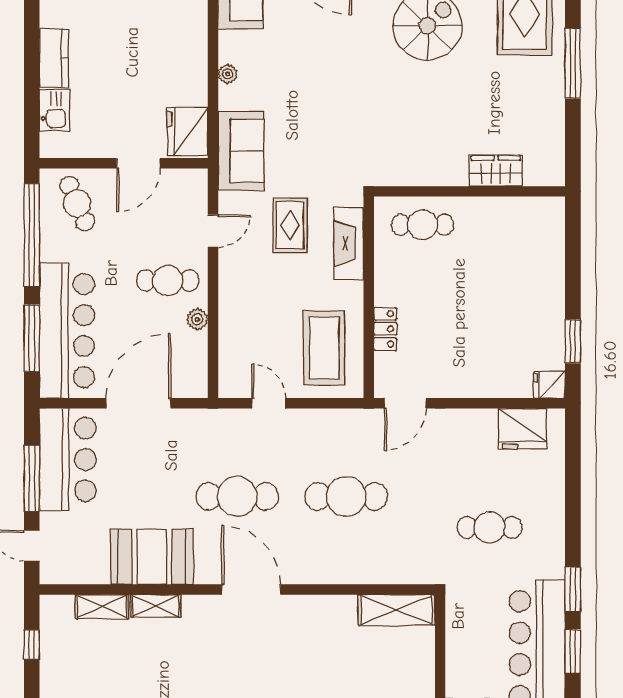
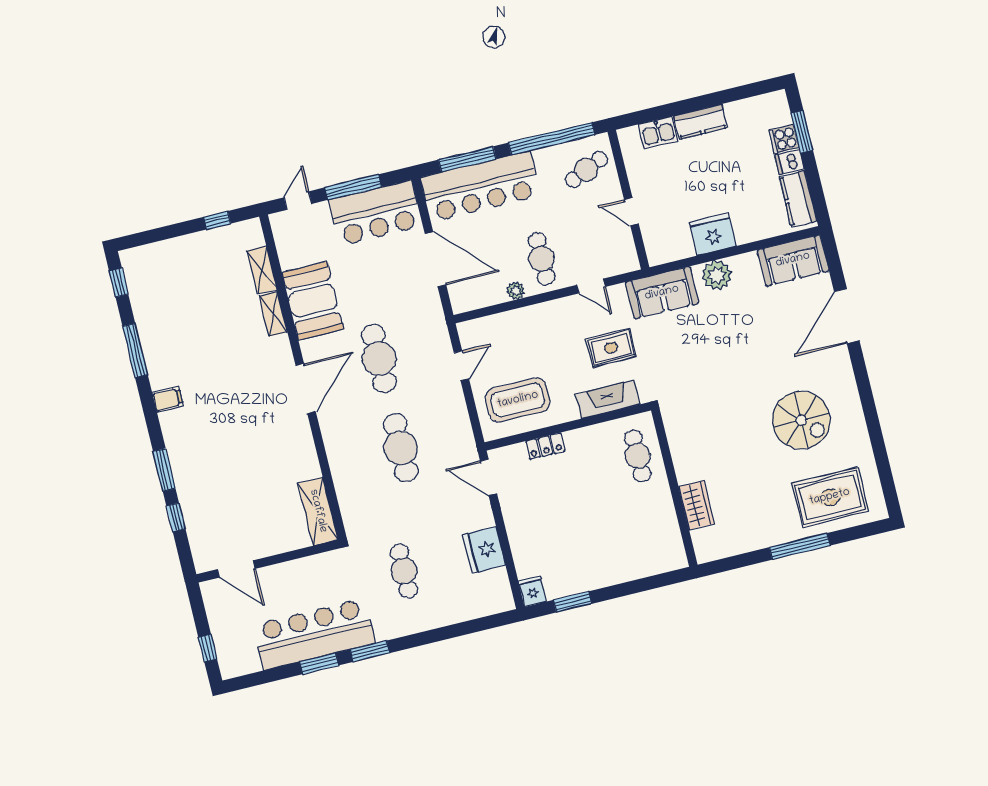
plant: (228, 74) -> (717, 275), width x1.88, depth x1.88
fridge: (187, 132) -> (713, 234), moved
door: (138, 163) -> (631, 212), width x0.73
fridge: (522, 429) -> (484, 550), moved

